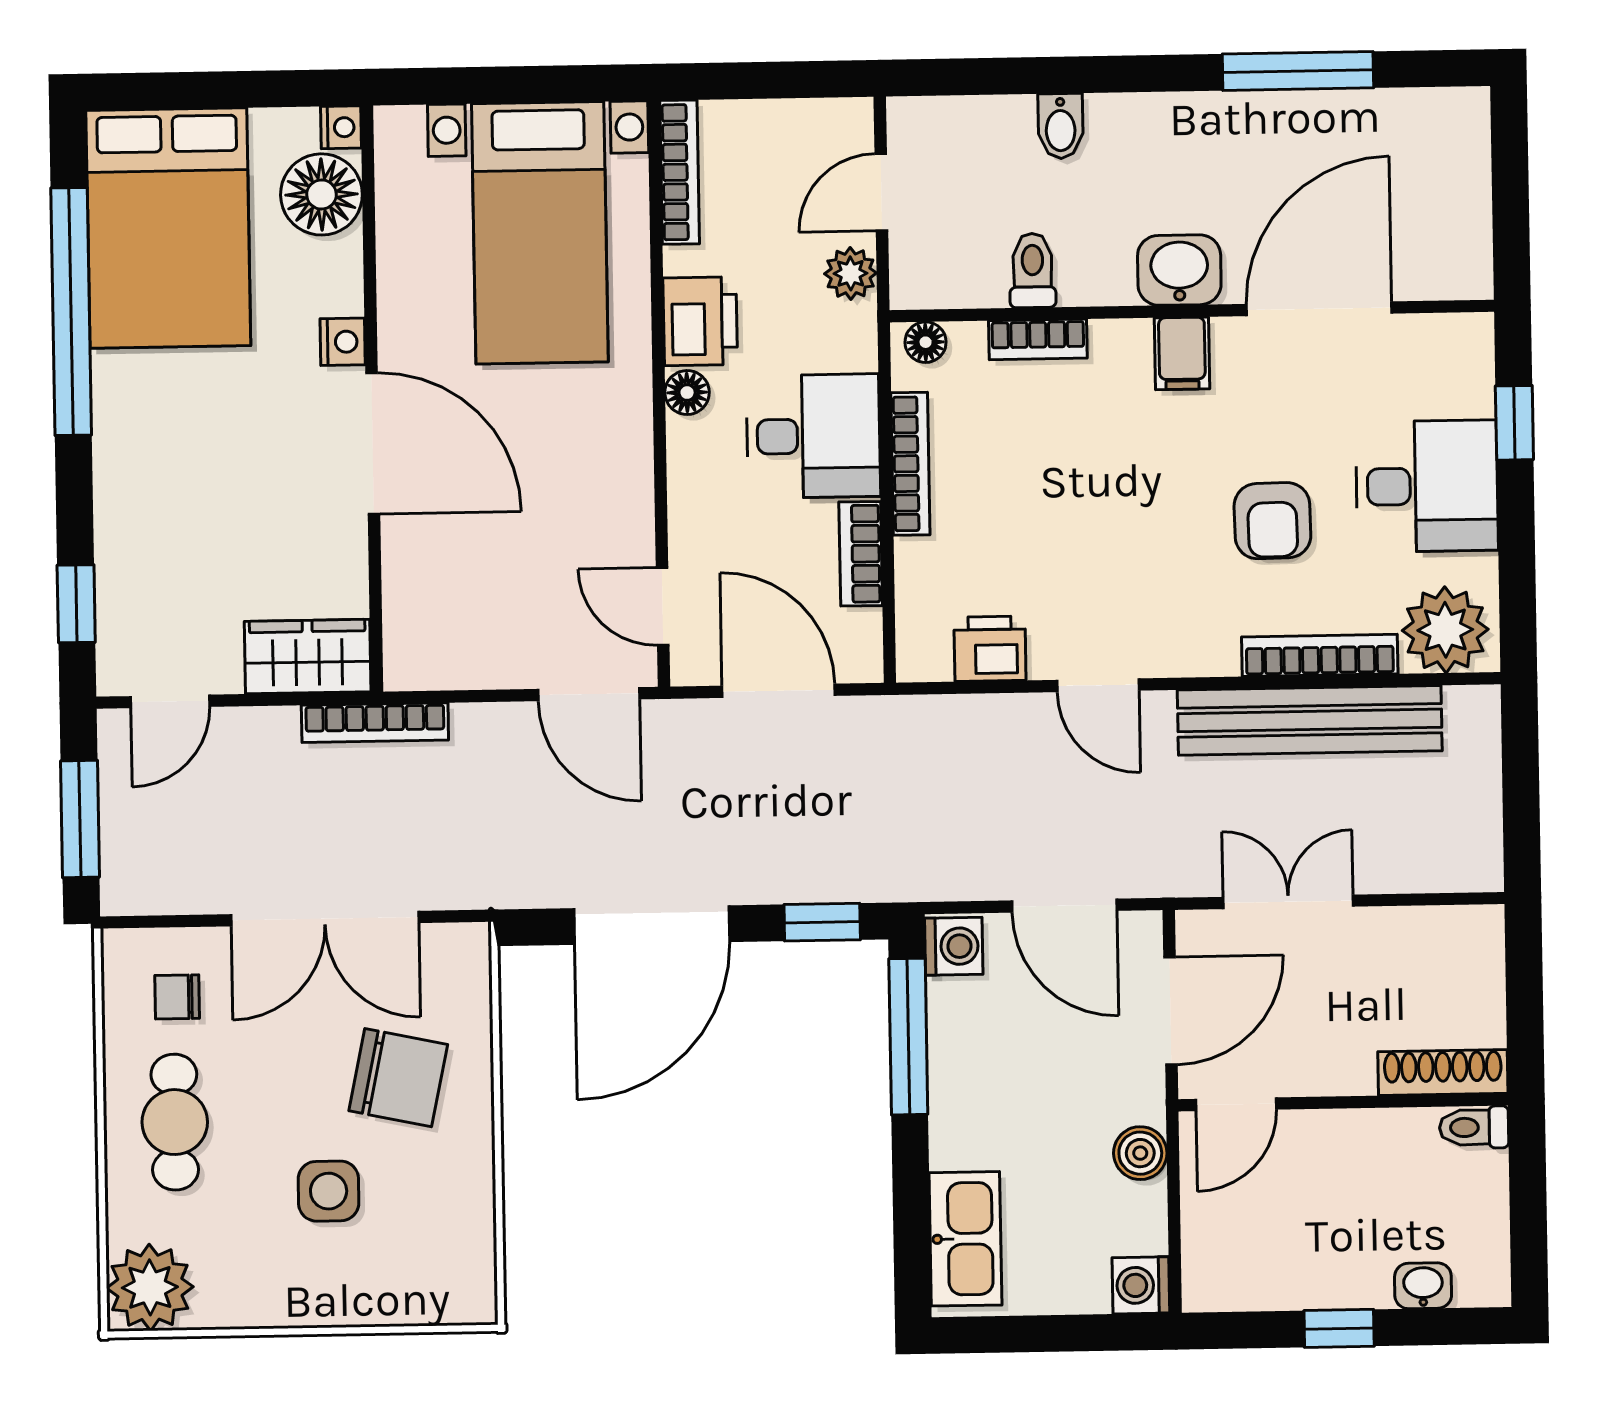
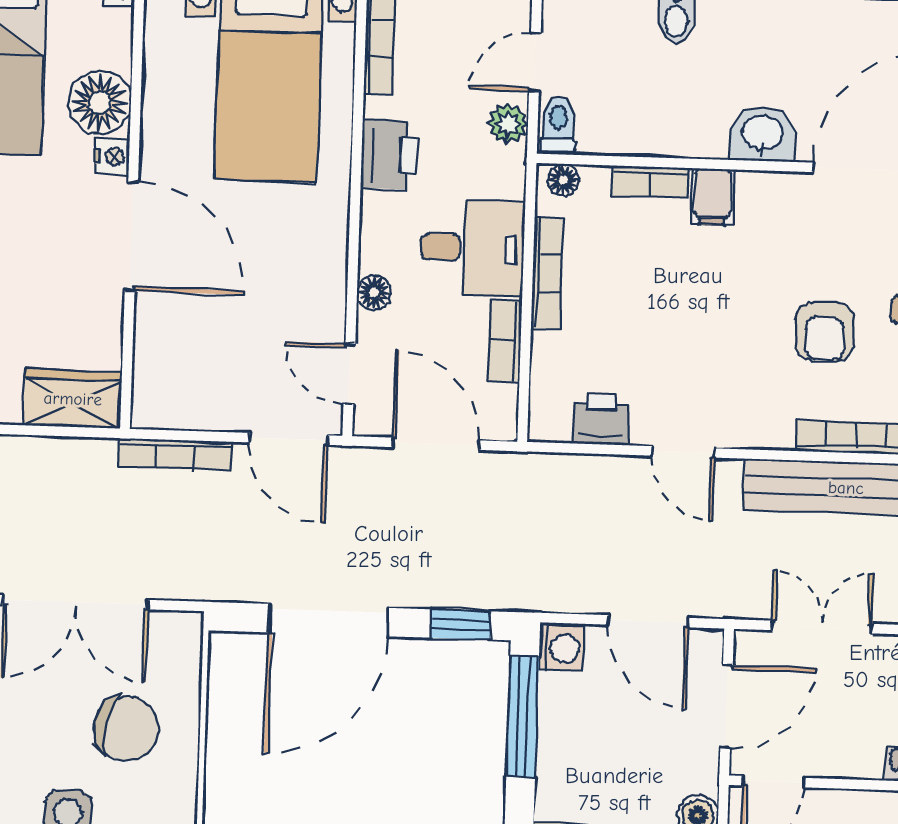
floor lamp: (321, 194) -> (99, 103), moved
toilet: (1033, 270) -> (558, 125), moved
filing cabinet: (1182, 353) -> (712, 197), moved
floor lamp: (687, 393) -> (374, 293), moved
bookcase: (375, 723) -> (175, 454), moved

